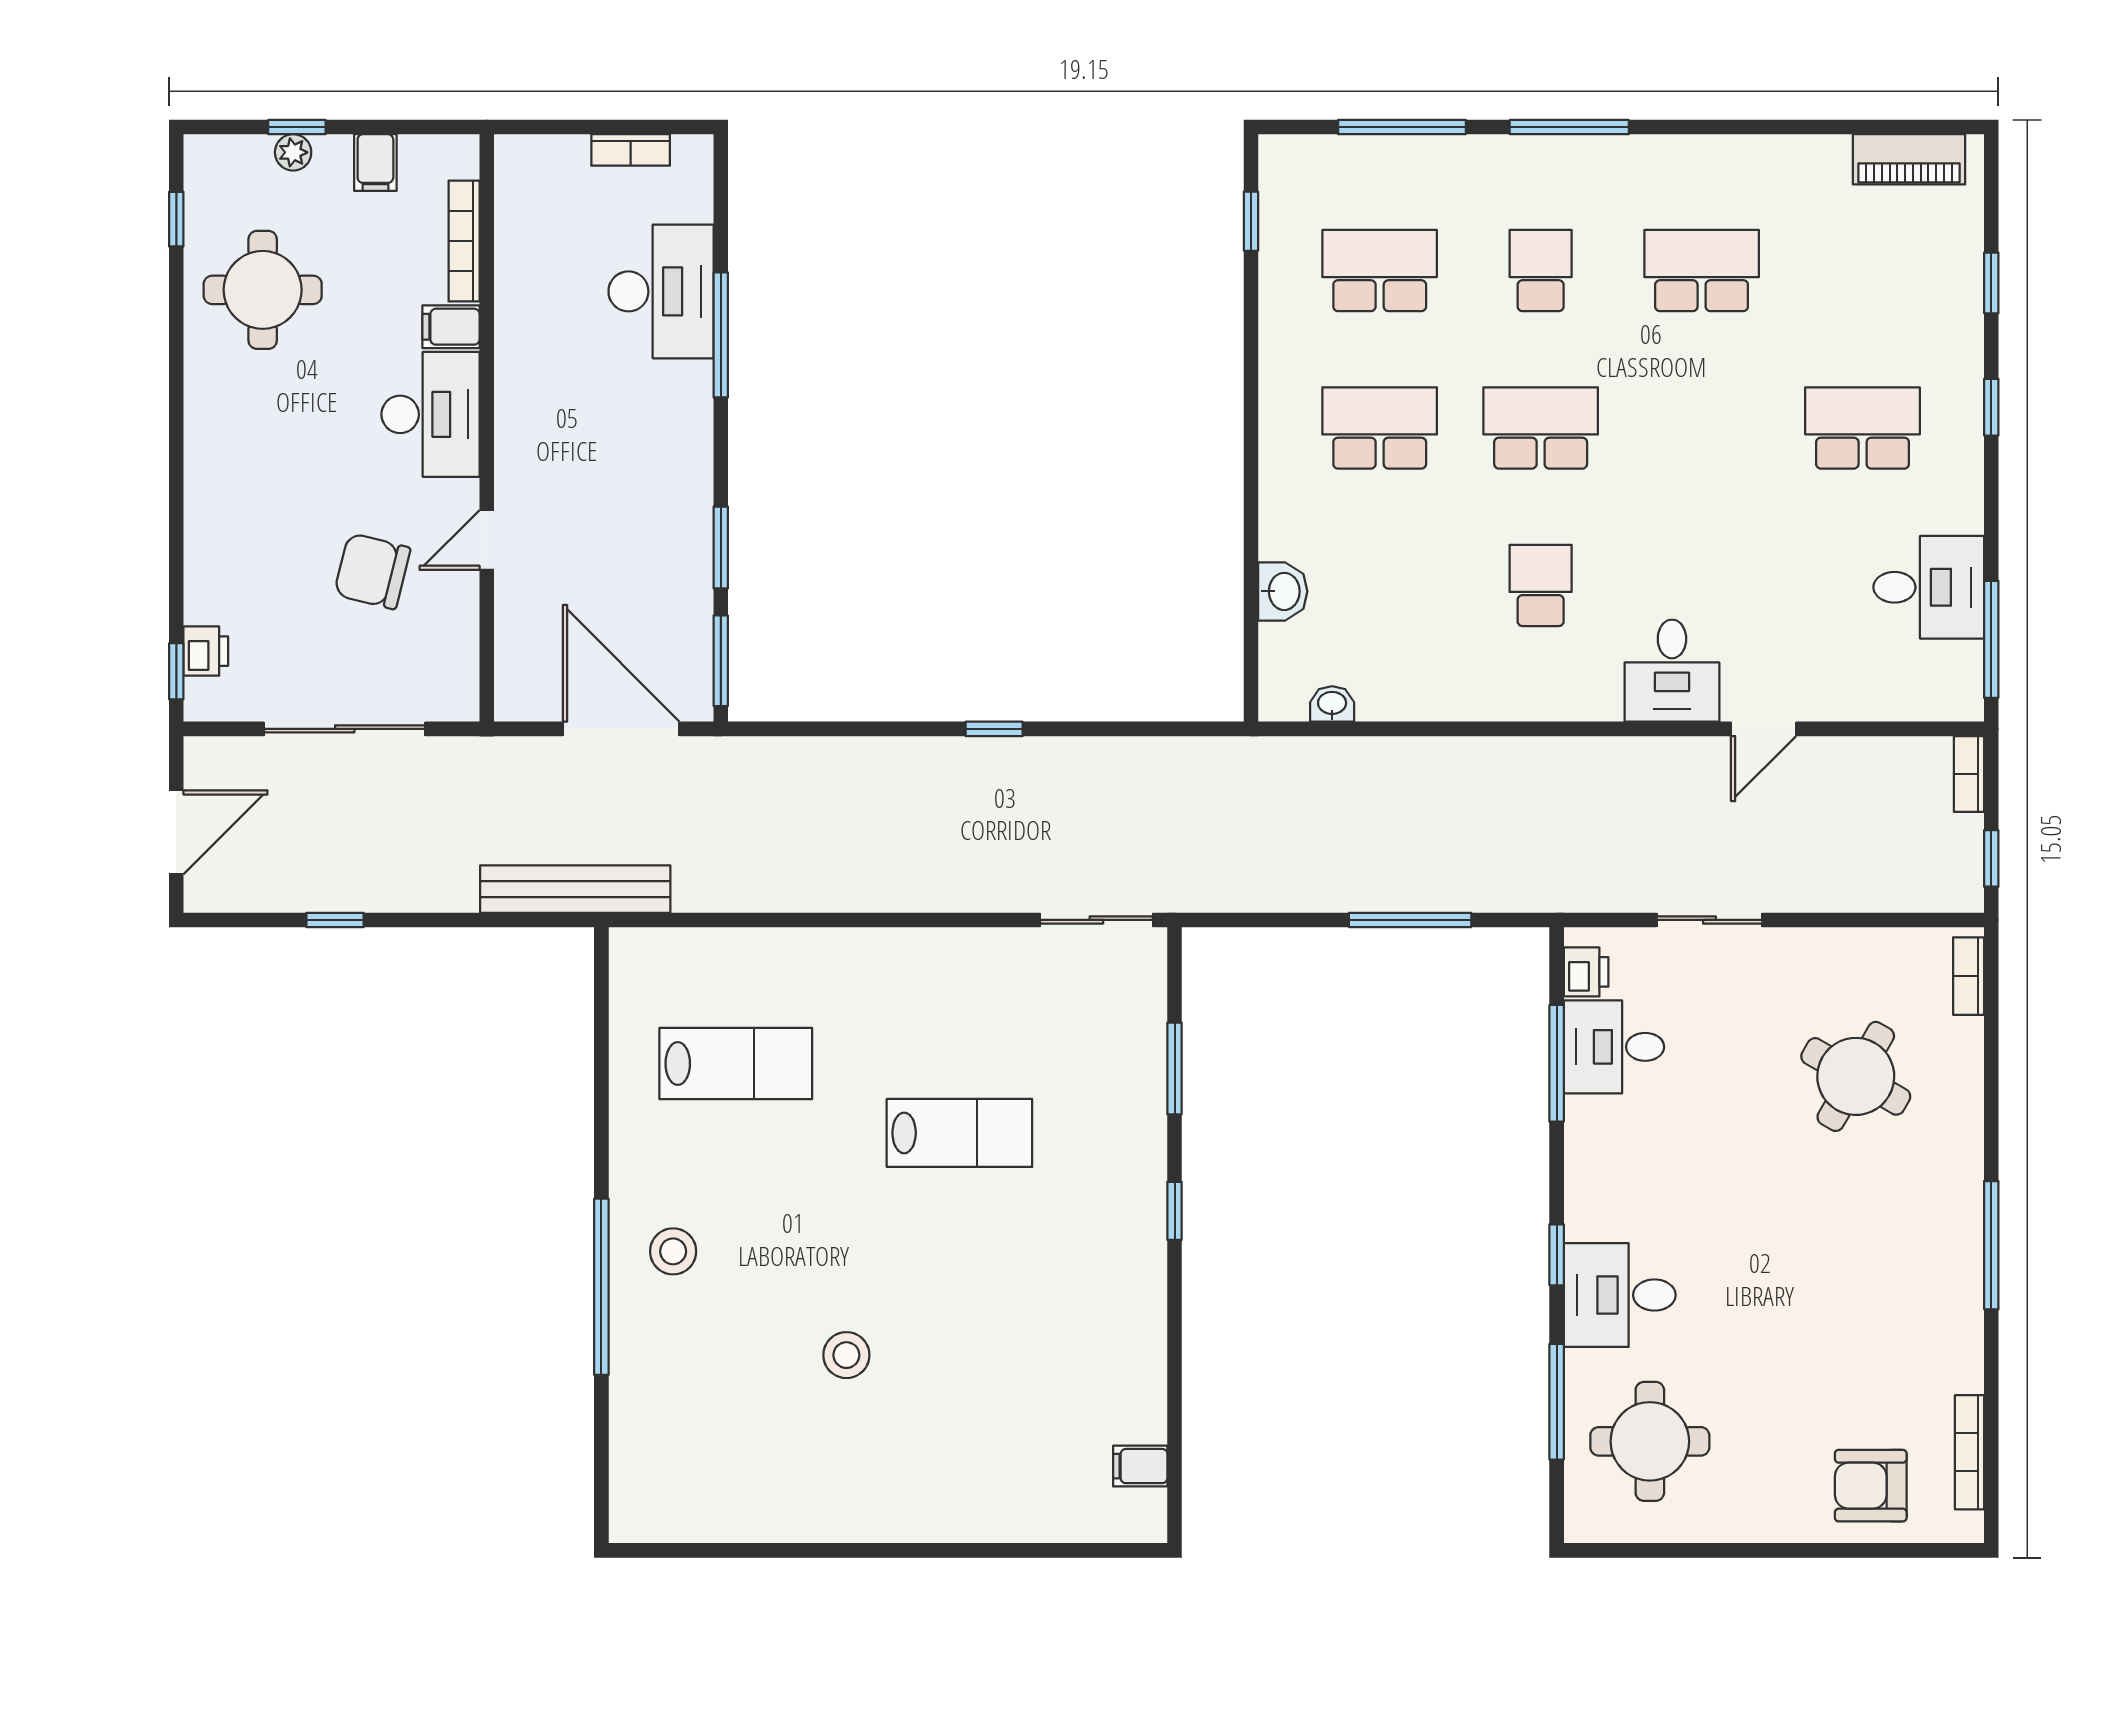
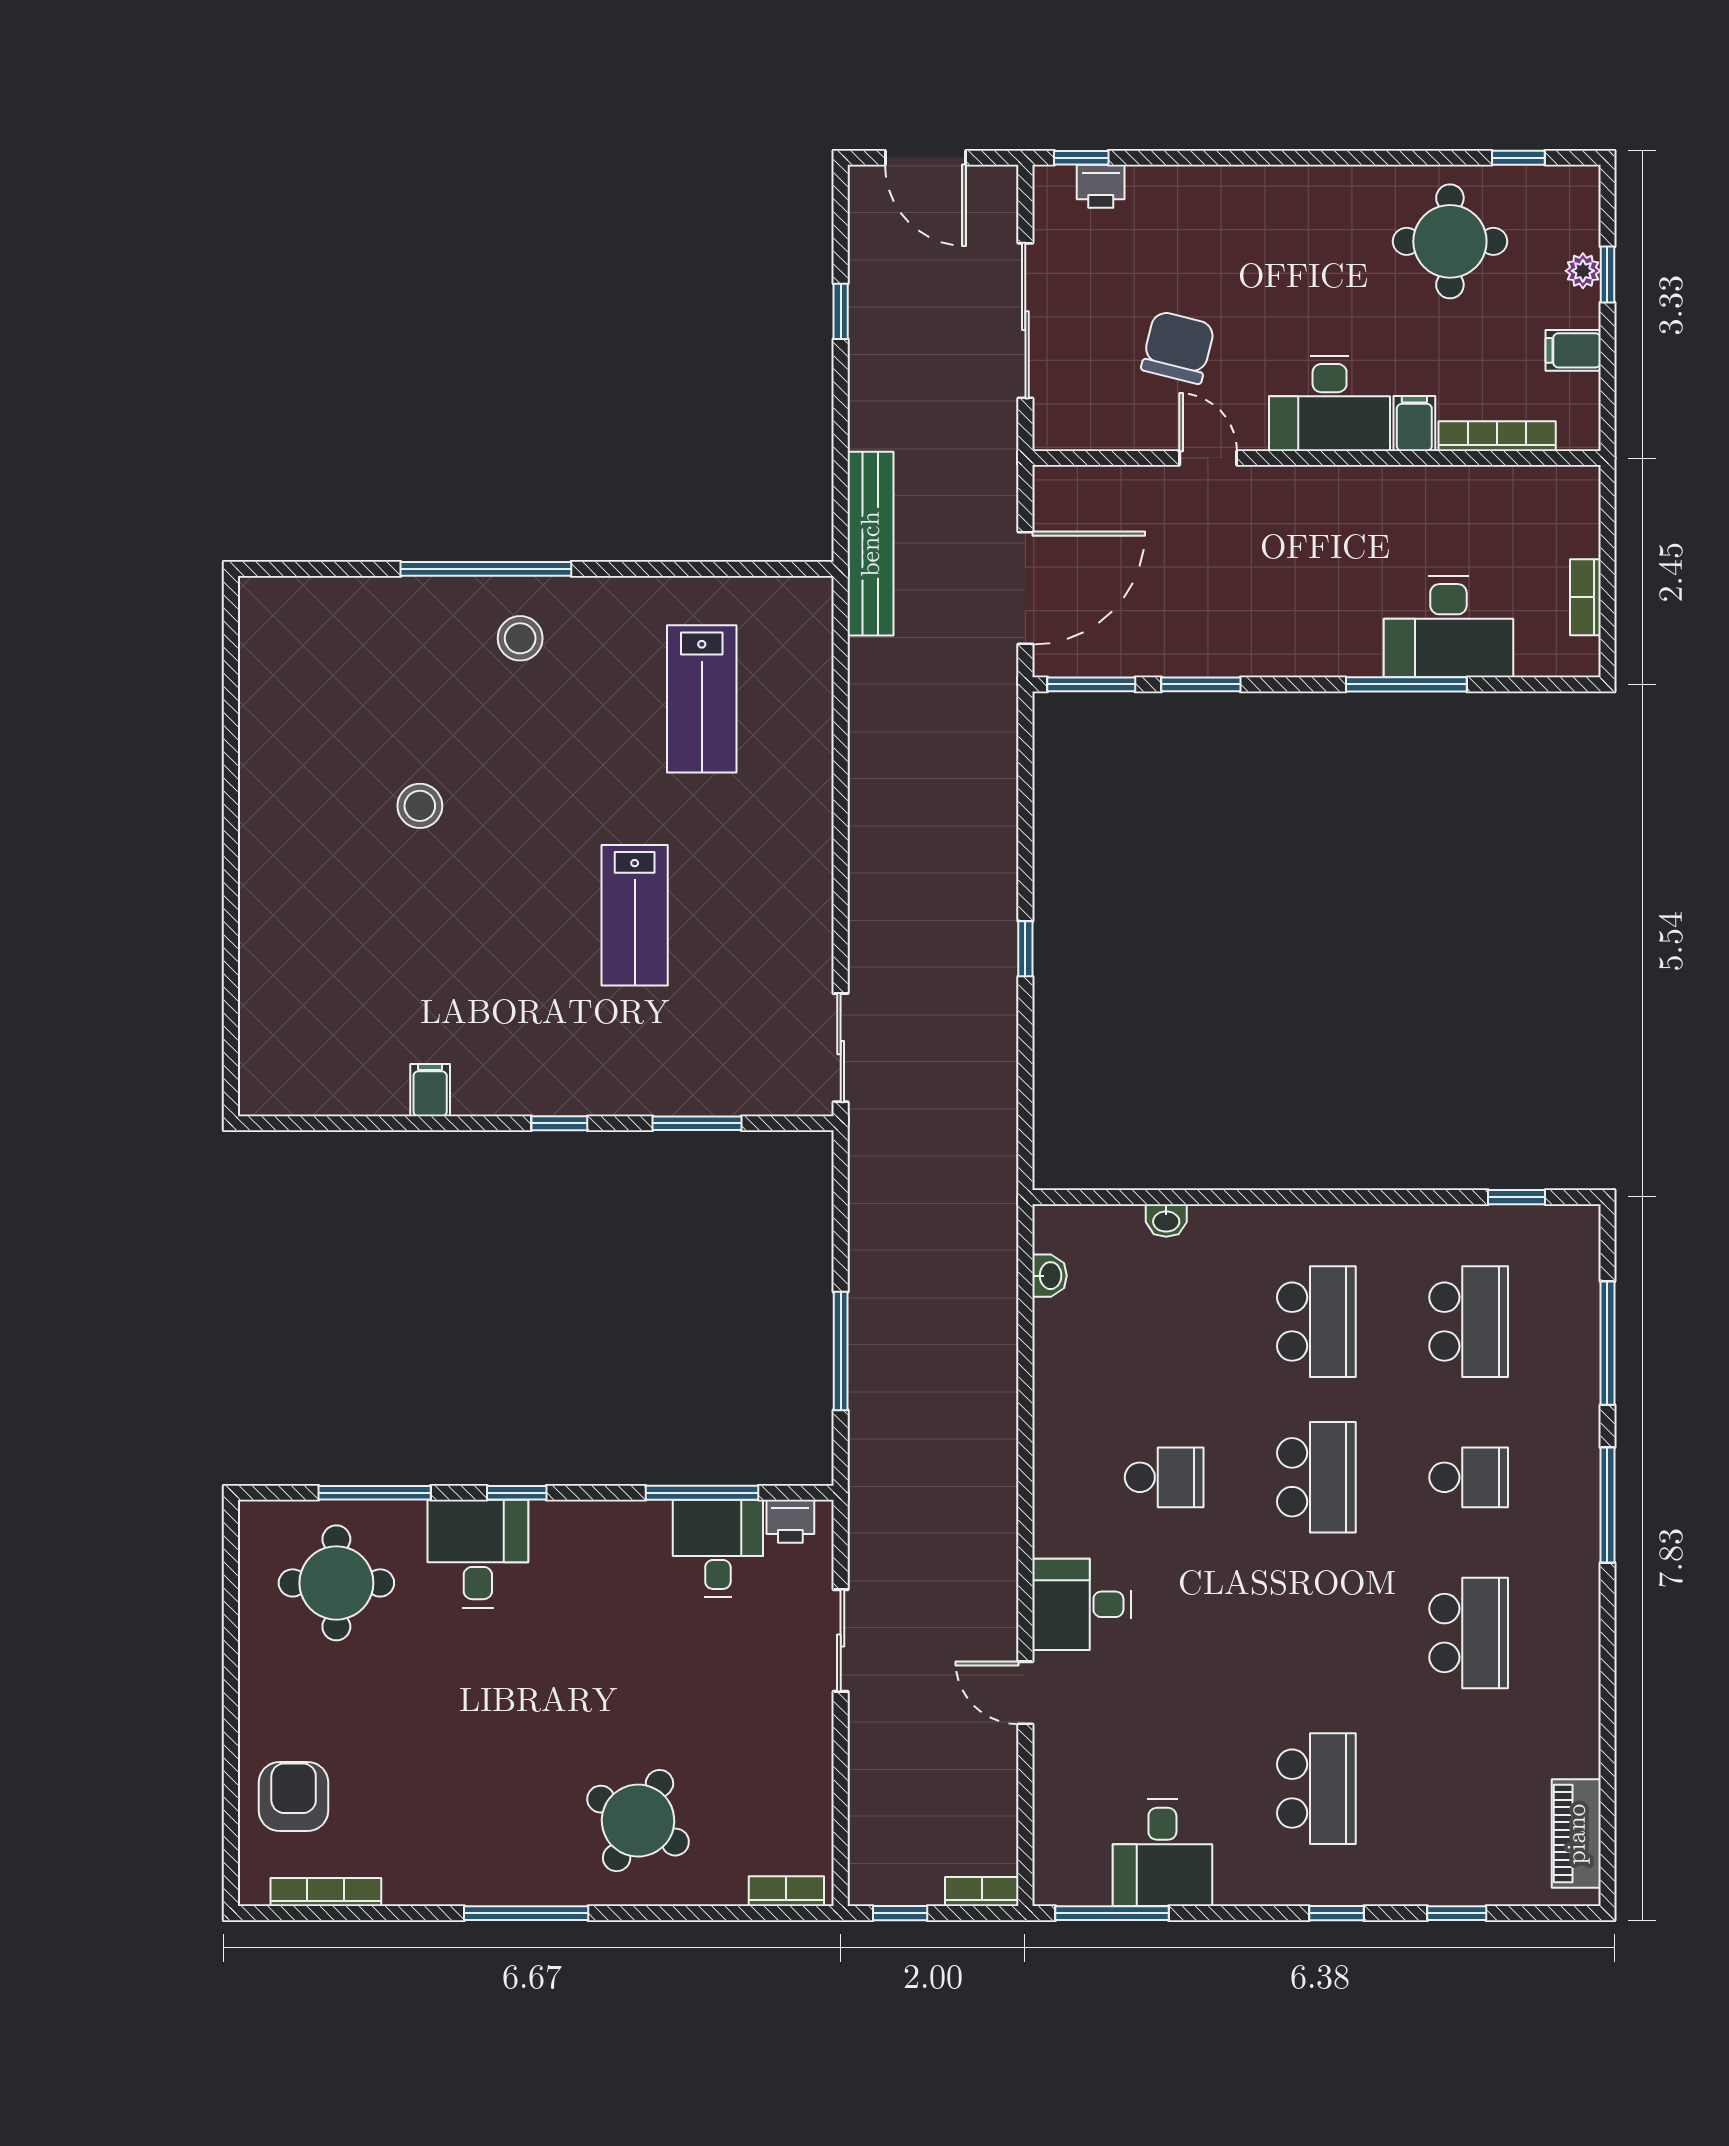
washbasin: (1283, 591) -> (1166, 1221), width x0.72, depth x0.69
round table: (1856, 1076) -> (638, 1821), moved
filing cabinet: (1140, 1466) -> (430, 1090), moved

